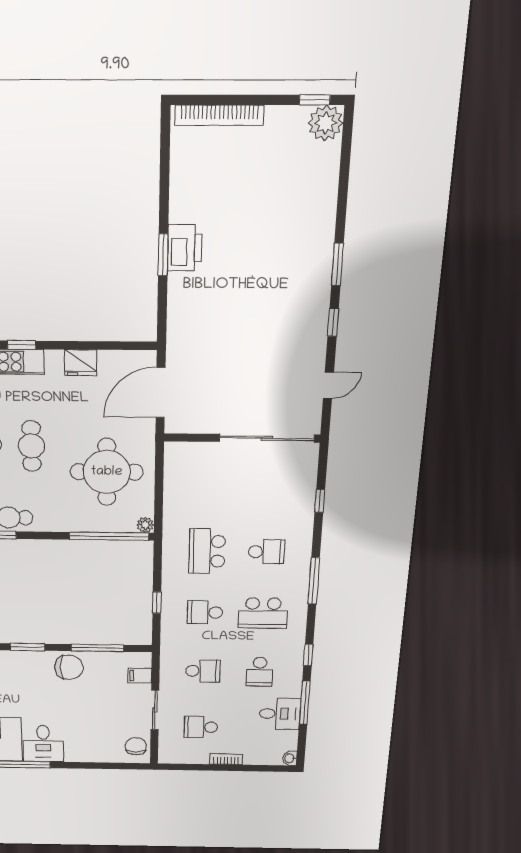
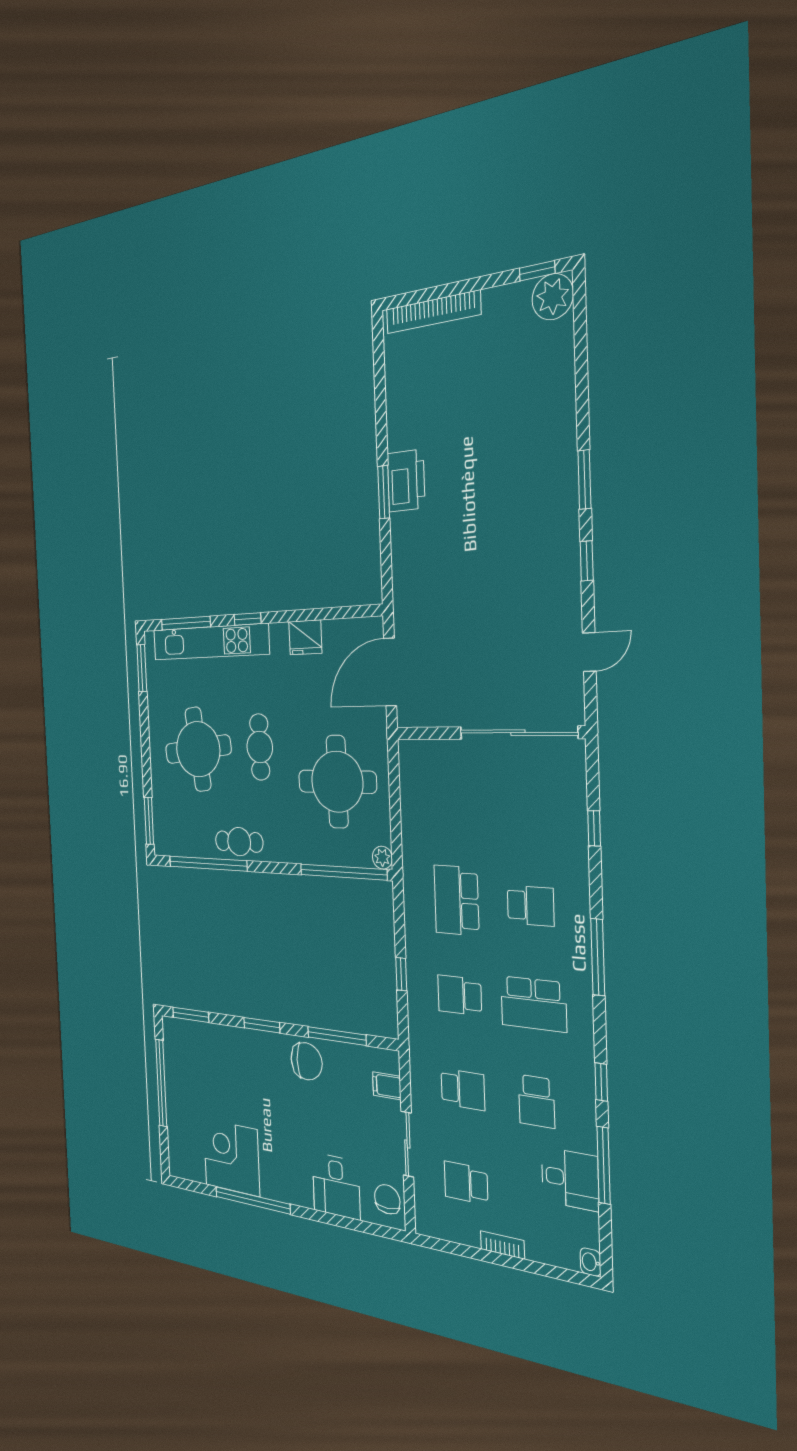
desk: (43, 744) -> (336, 1186), moved

